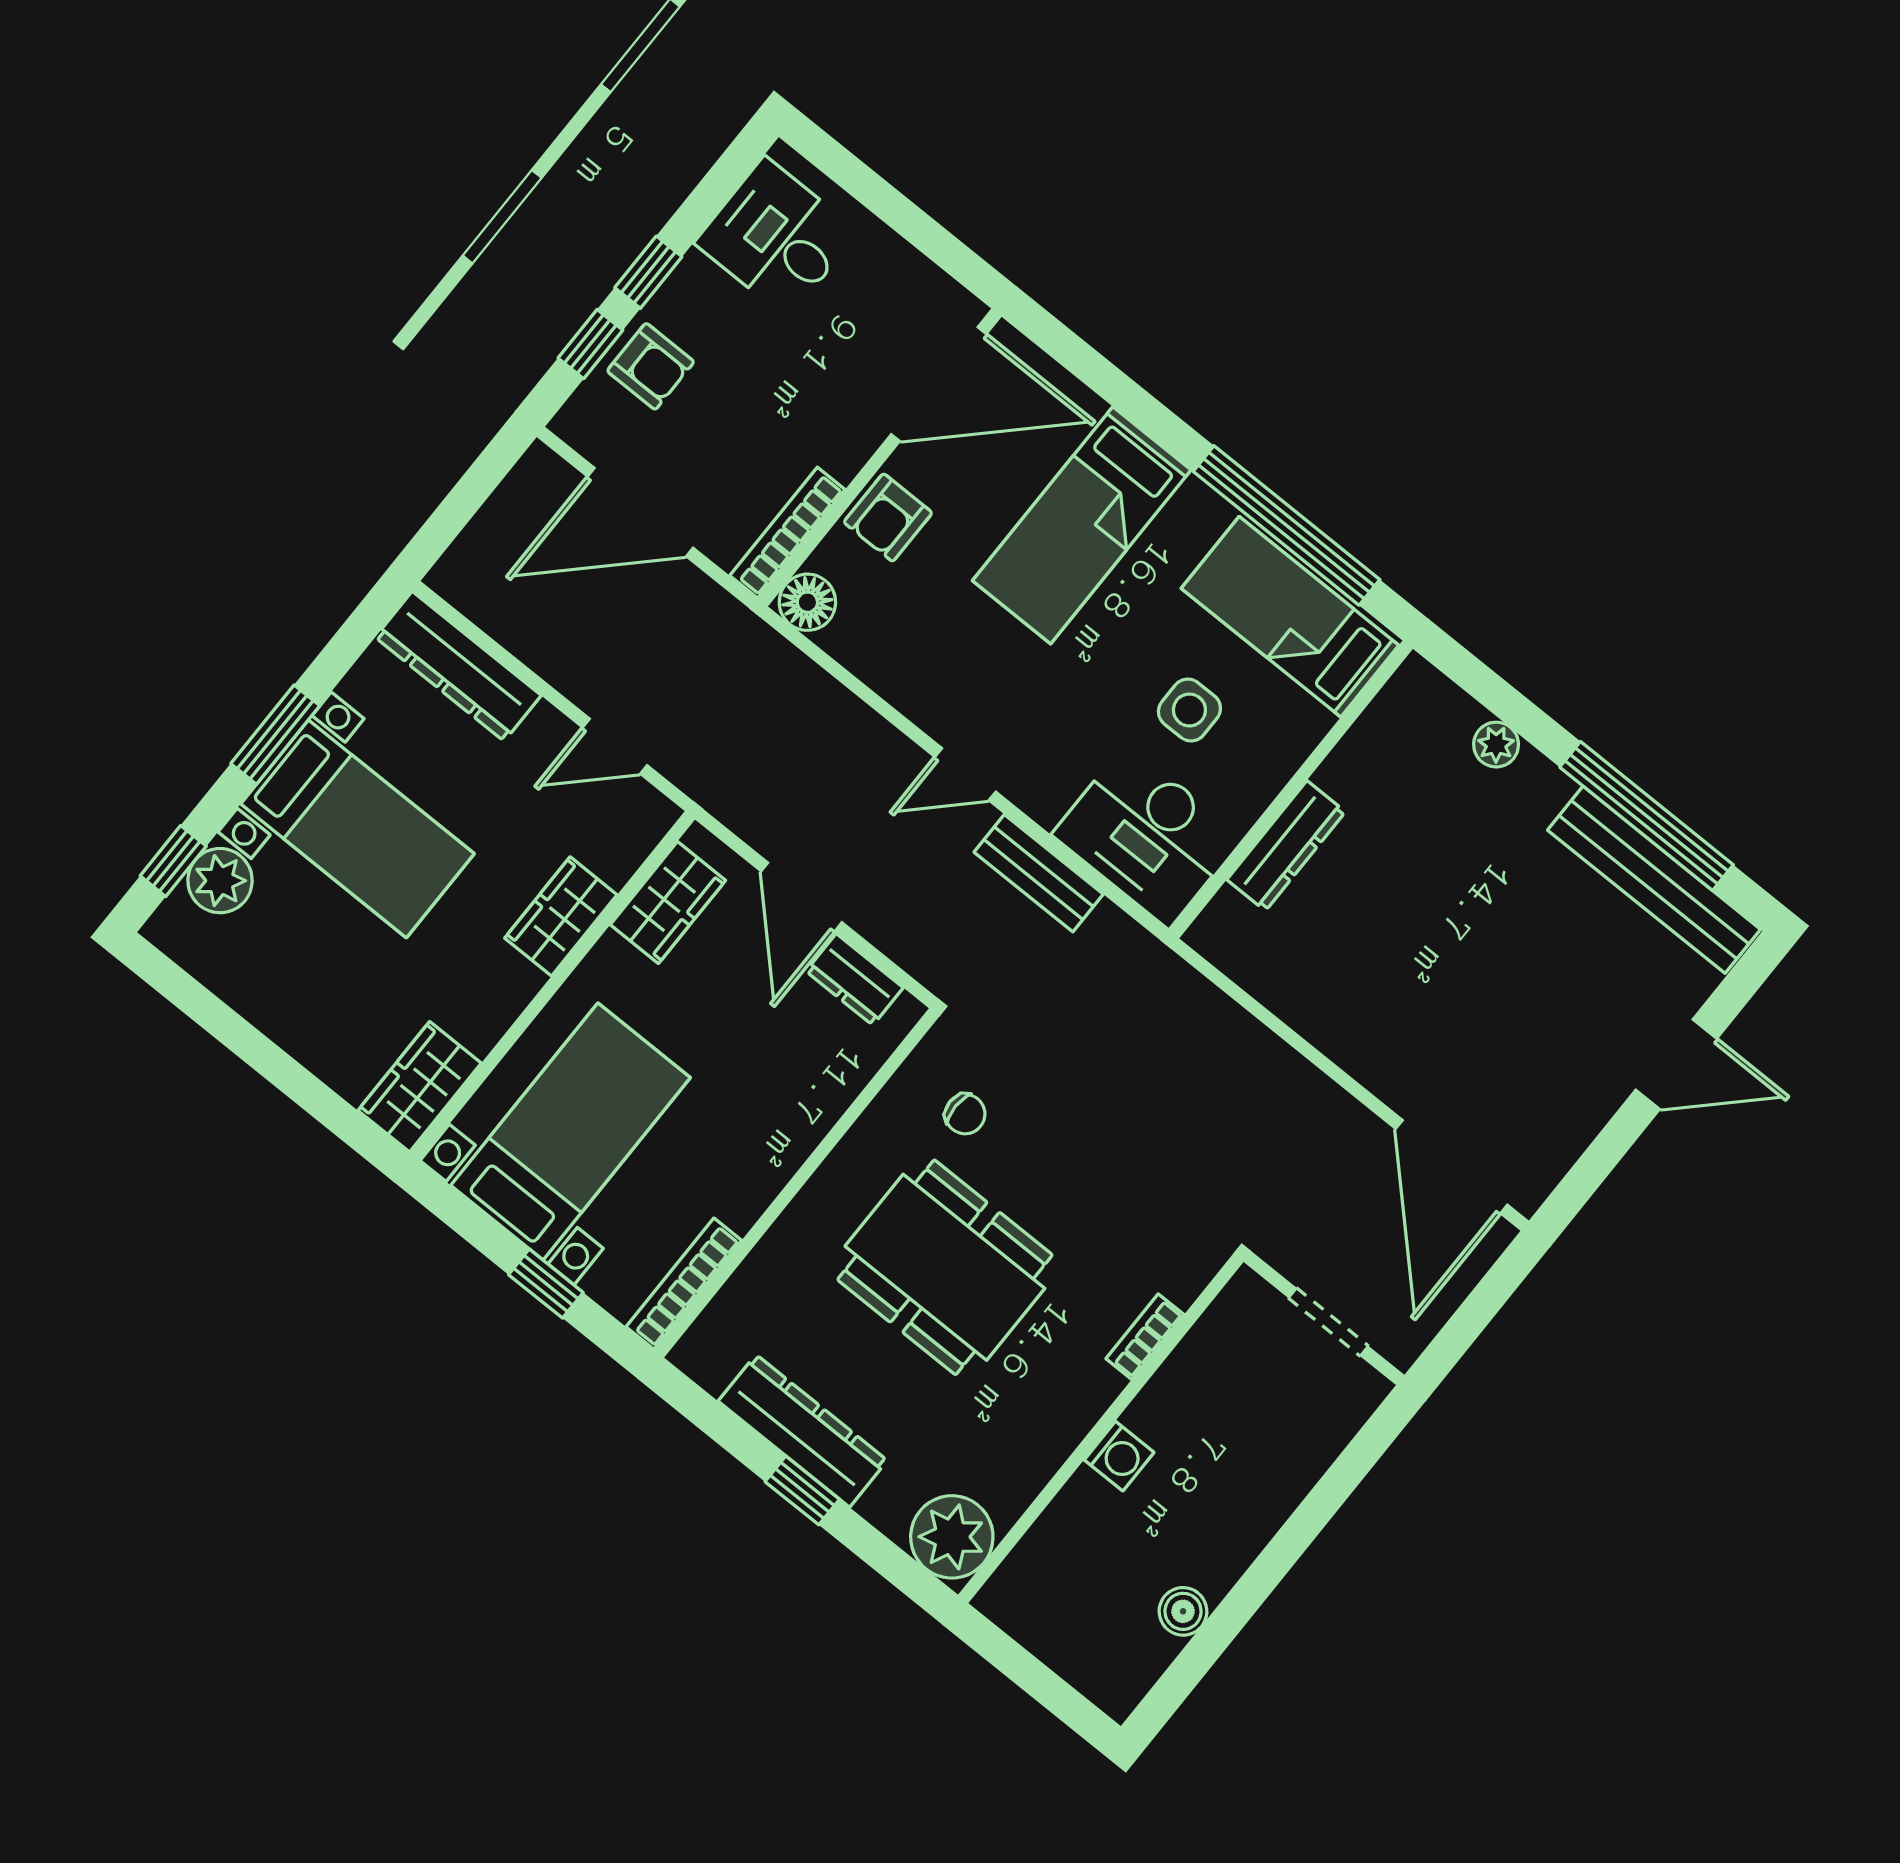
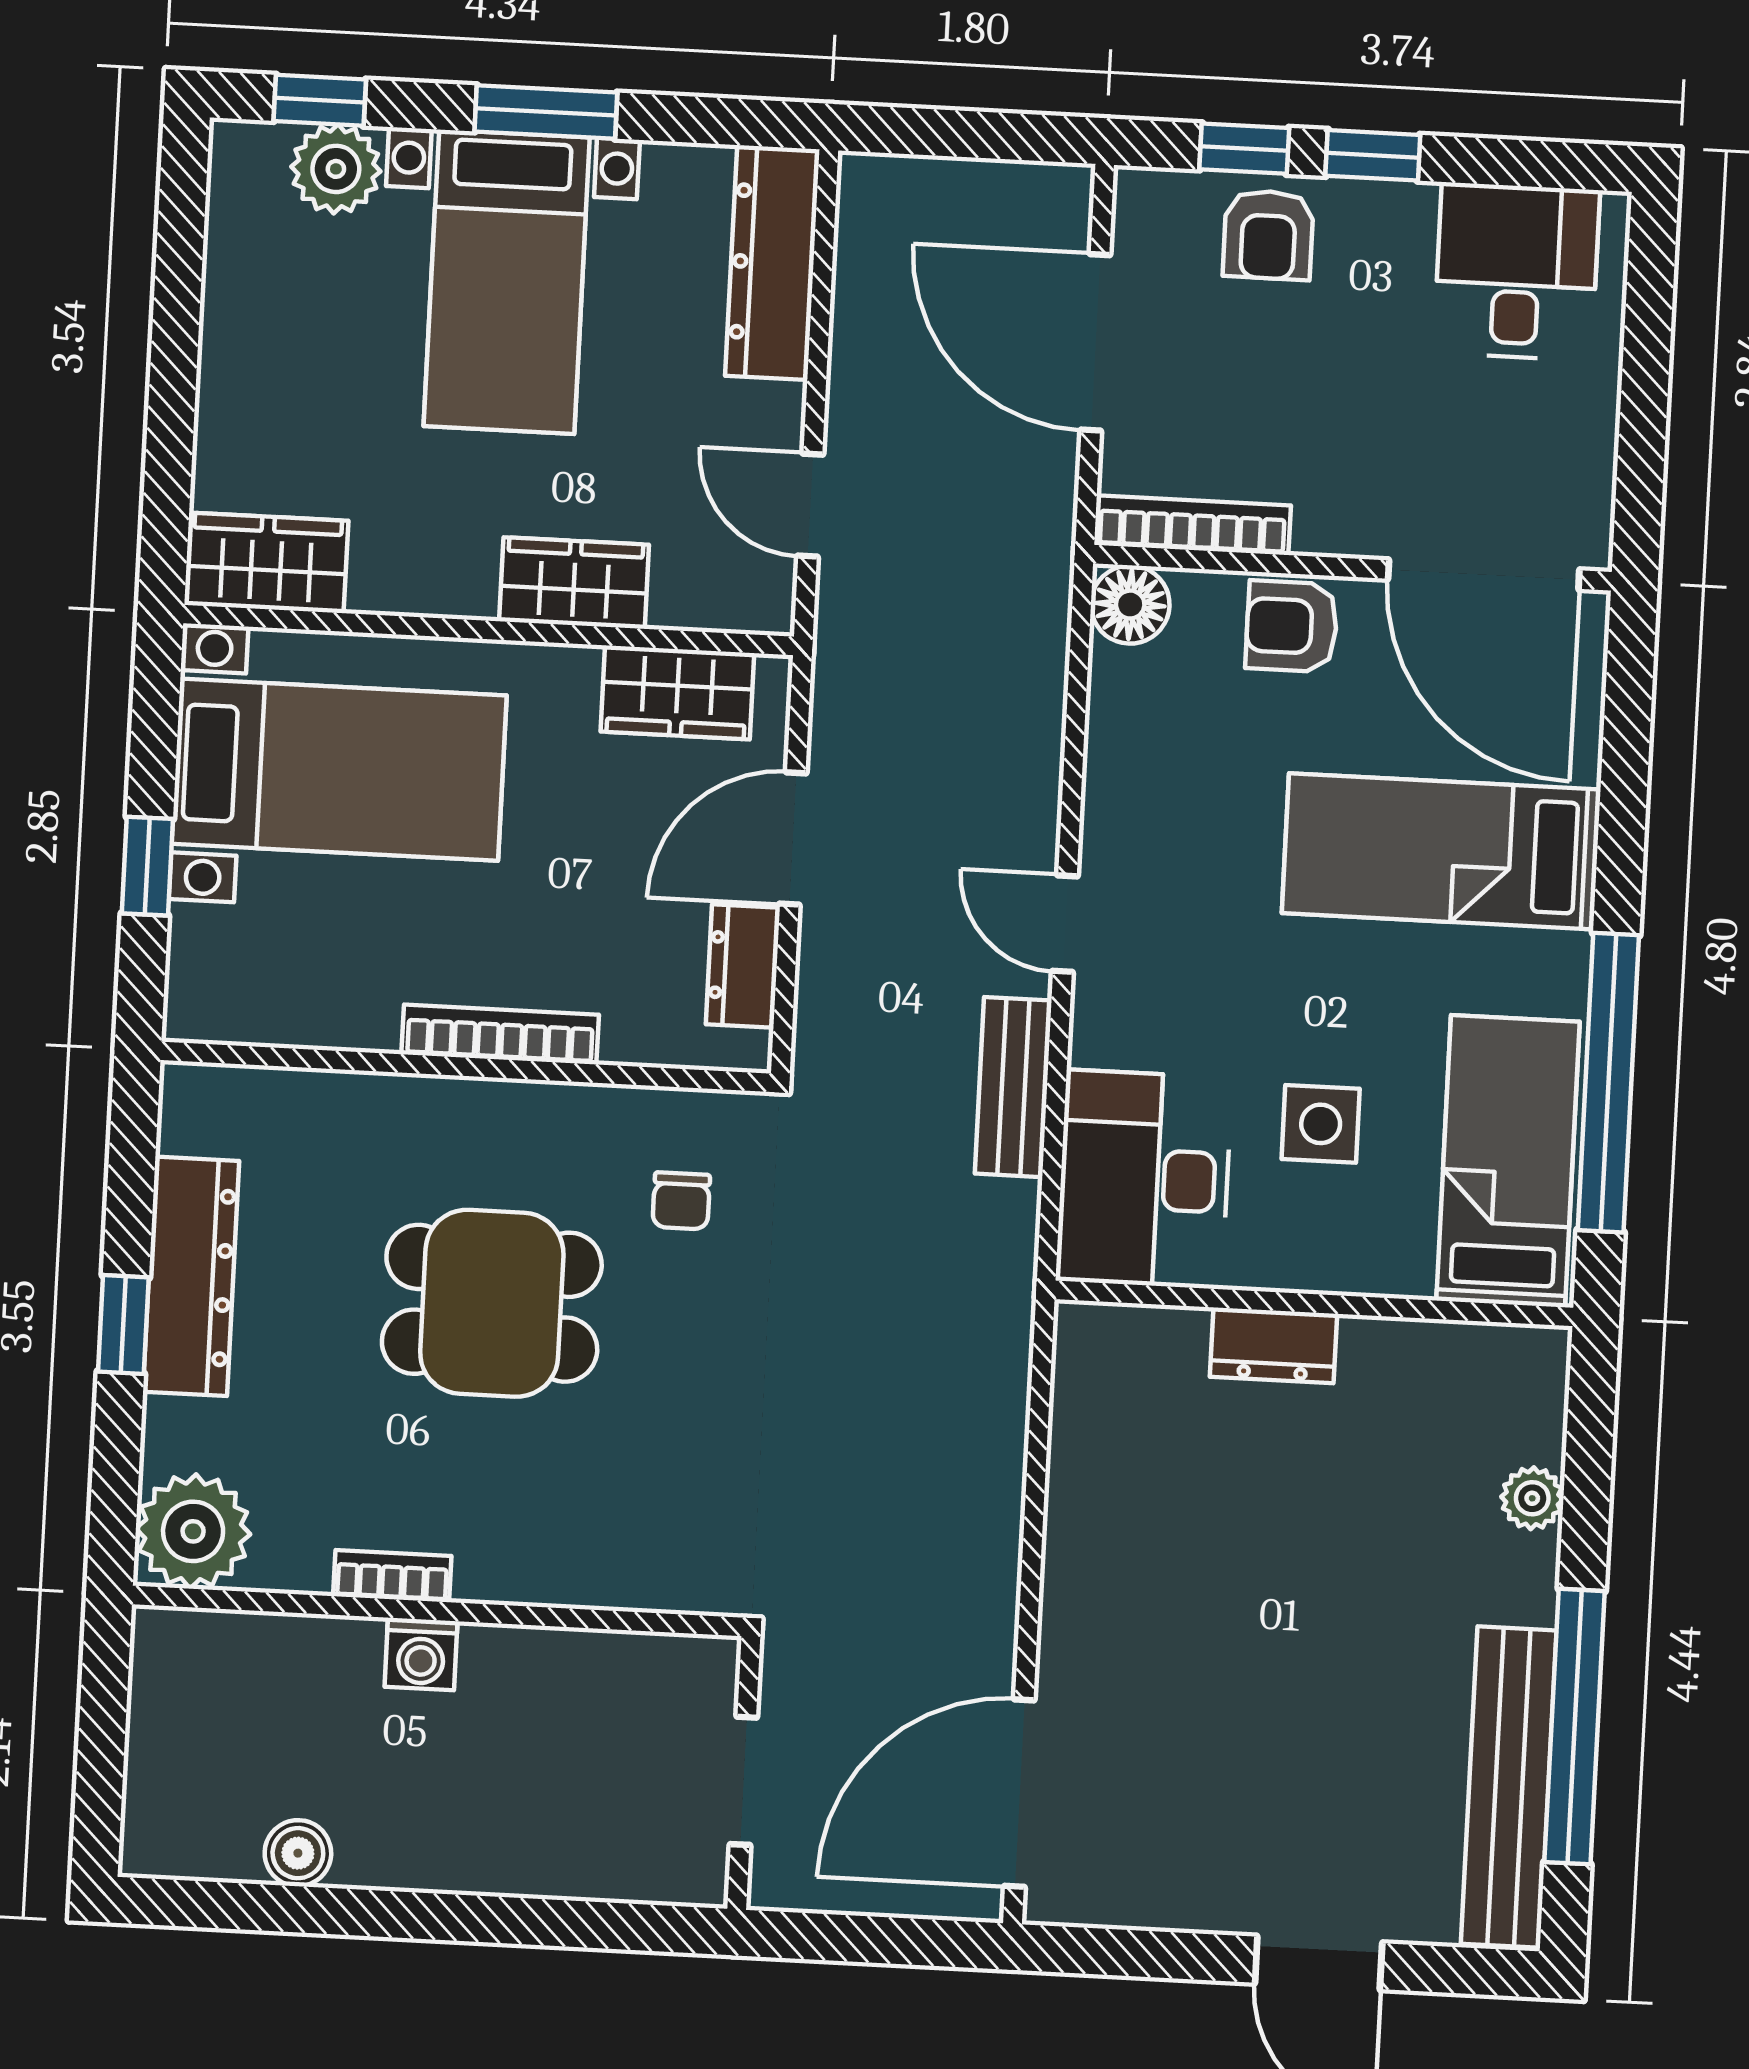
dresser: (1286, 846) -> (1274, 1345), width x0.70
dining table: (945, 1267) -> (492, 1303), width x0.73
bookcase: (684, 1284) -> (500, 1034), moved
bookcase: (1145, 1337) -> (392, 1576), moved

